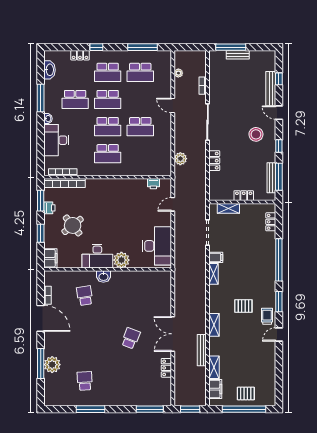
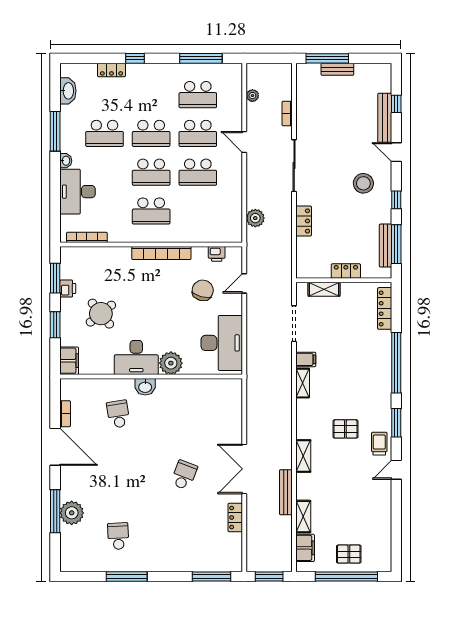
school desk: (108, 72) -> (198, 133), moved
bookcase: (65, 183) -> (161, 253), moved
chair: (144, 209) -> (203, 290), added
locker: (271, 222) -> (385, 308), width x1.53

